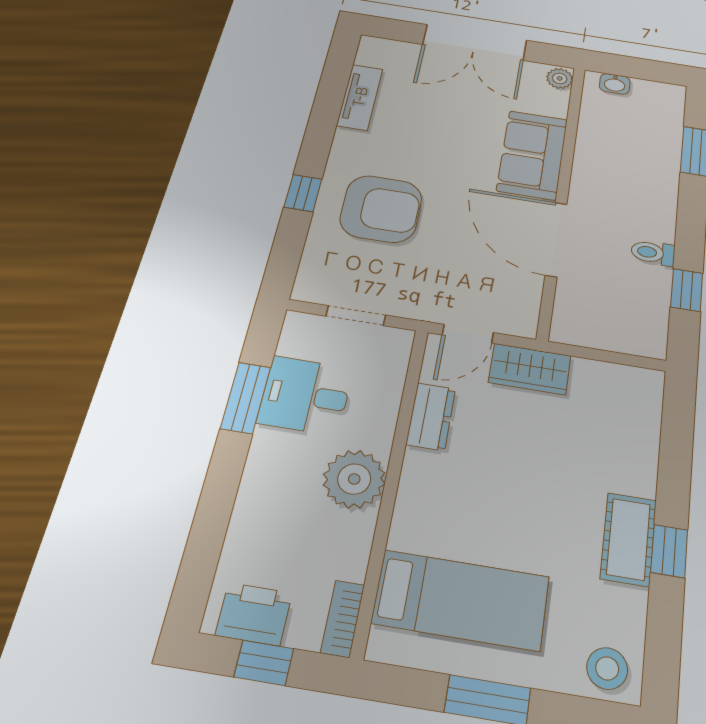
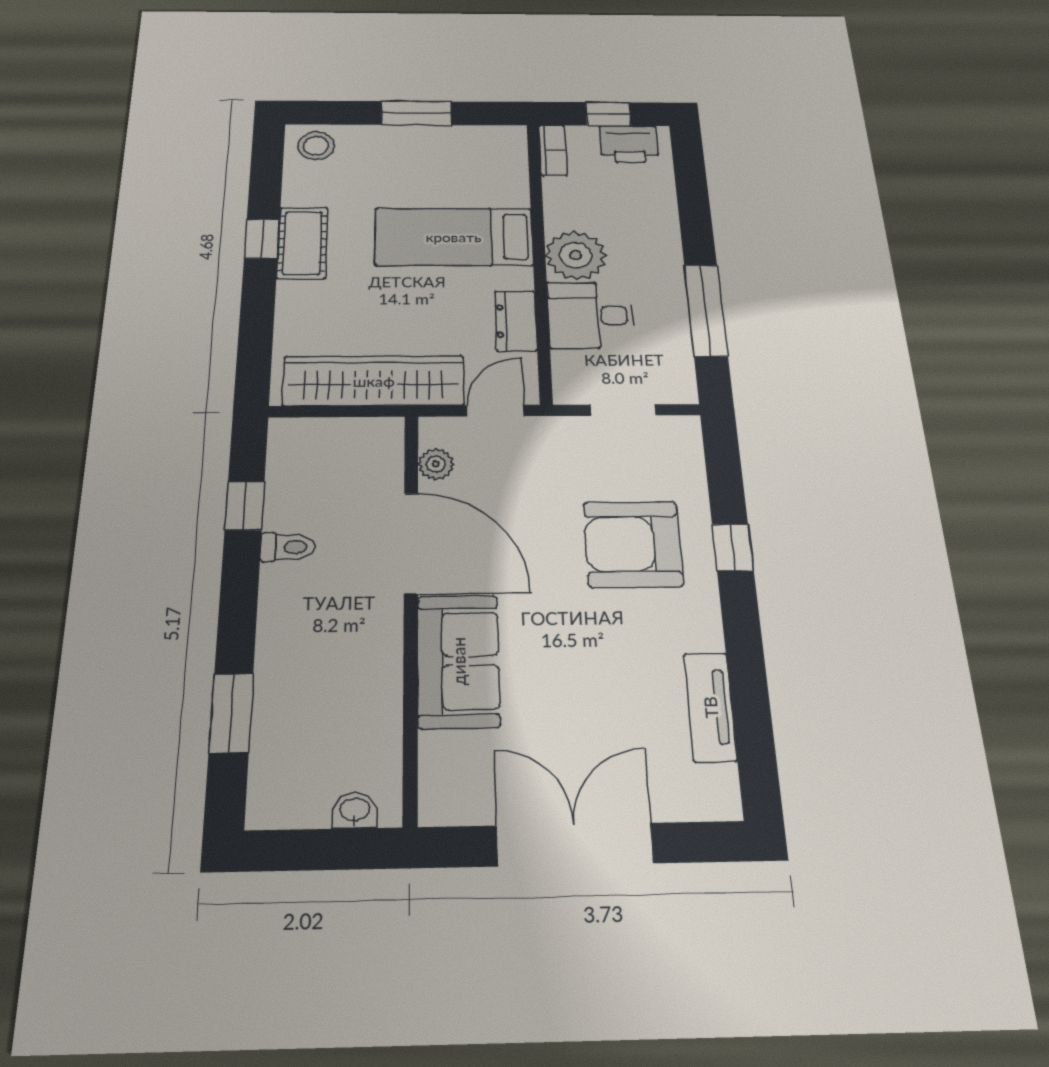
plant: (560, 78) -> (436, 464), moved
wardrobe: (530, 369) -> (374, 381), width x2.10, depth x1.17
desk: (305, 395) -> (591, 315), moved, turned 180
window: (246, 398) -> (706, 310), width x1.44
bed: (461, 600) -> (454, 237), moved

